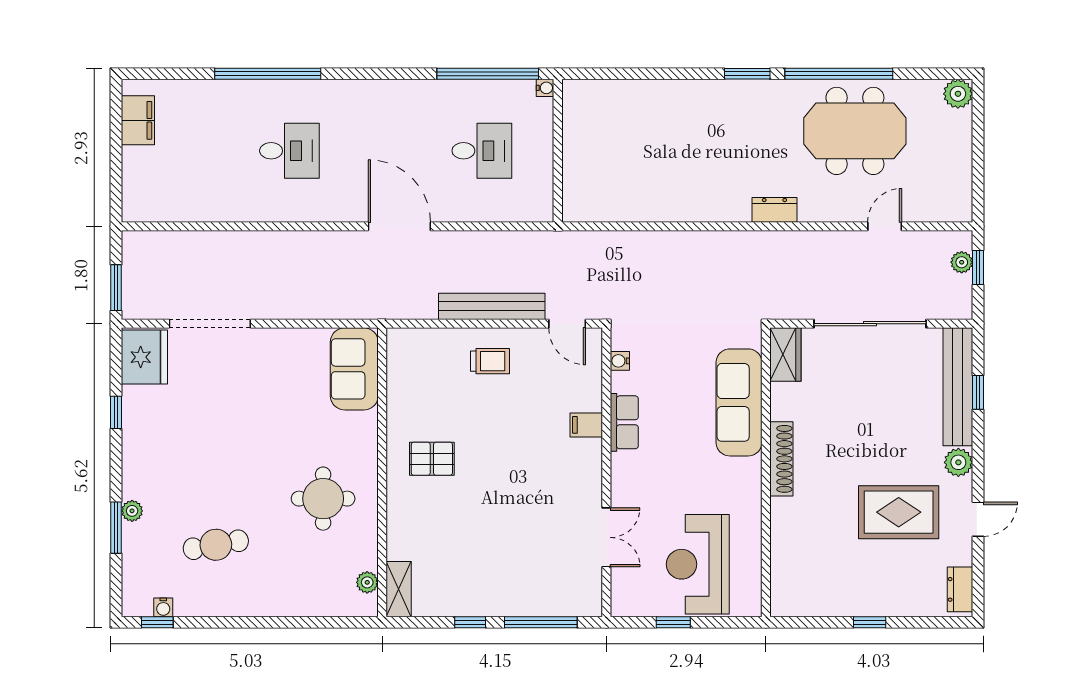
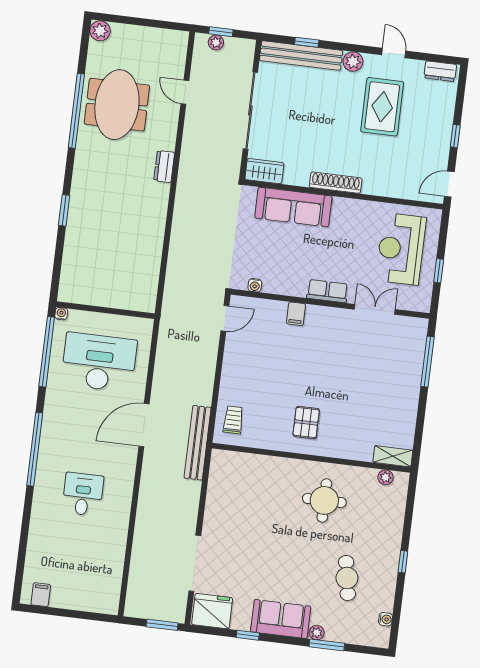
window: (268, 74) -> (35, 449), moved
window: (747, 74) -> (64, 210), moved
filing cabinet: (138, 120) -> (41, 595), width x0.50
desk: (482, 151) -> (99, 362), width x1.87, depth x1.30
bench: (492, 306) -> (198, 443), moved
trolley: (490, 361) -> (233, 420), moved
sofa: (354, 369) -> (281, 619), moved, turned 180
row of seats: (624, 422) -> (327, 291), moved
reception desk: (698, 564) -> (401, 249), turned 90
window: (157, 622) -> (403, 562), moved
window: (470, 622) -> (422, 410), removed
door: (799, 622) -> (449, 184), added

